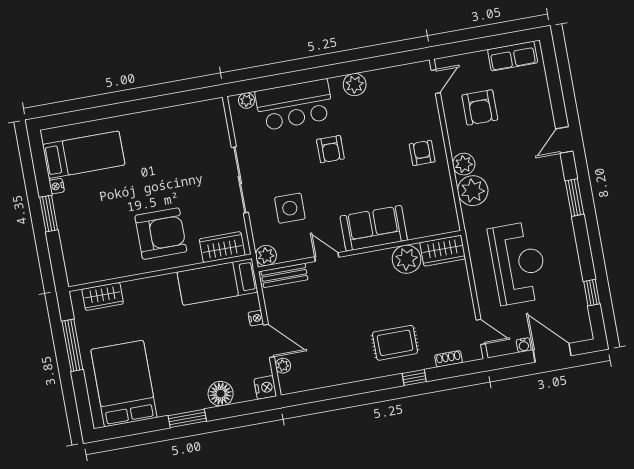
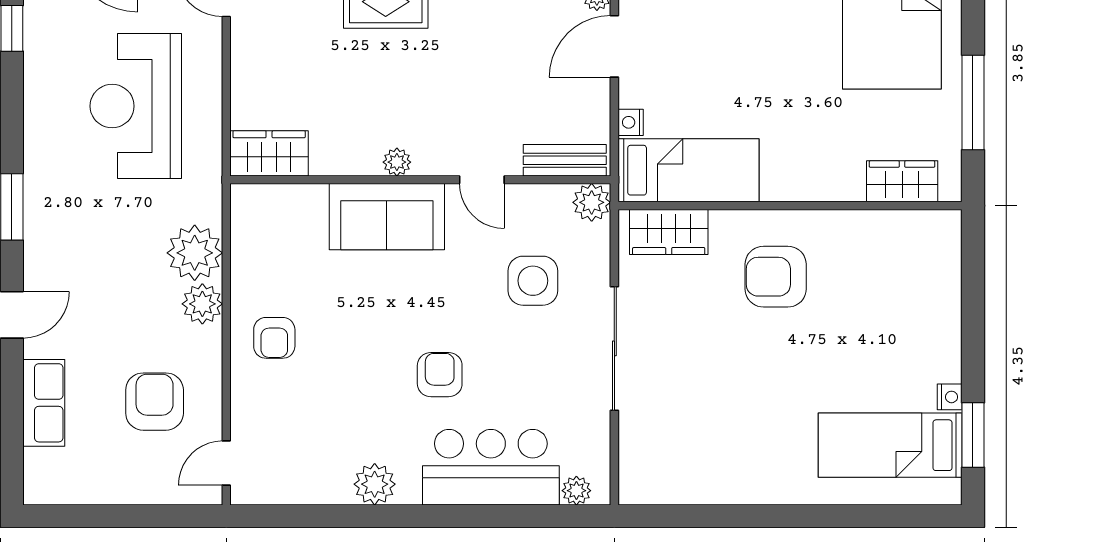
row of seats: (513, 56) -> (44, 403), moved, turned 90
window: (49, 214) -> (973, 435), moved
armchair: (161, 234) -> (776, 277), width x0.73, depth x0.73
plant: (407, 259) -> (397, 162), moved, width x0.53, depth x0.53
nightstand: (256, 318) -> (631, 122), moved
door: (269, 341) -> (614, 46), hinge flipped

